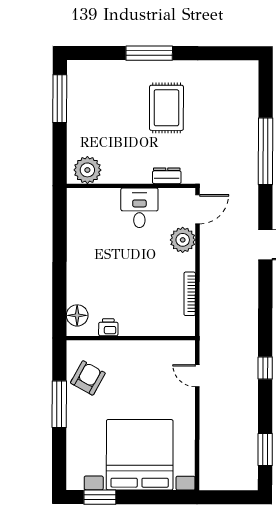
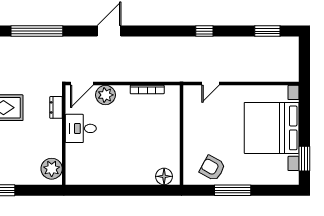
door: (198, 209) -> (82, 84), swing flipped
printer: (108, 327) -> (173, 152), removed

